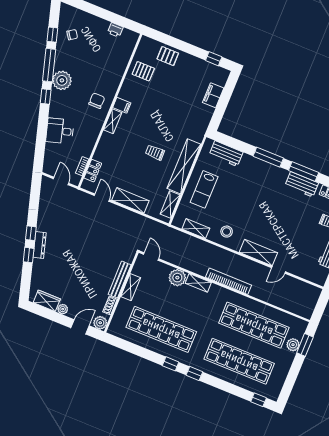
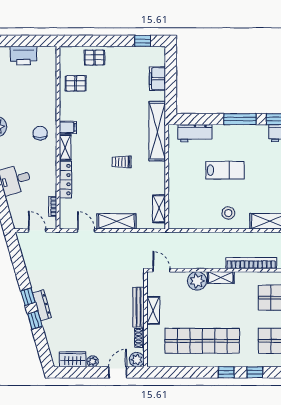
printer: (115, 30) -> (24, 56), width x1.87, depth x1.48
shelving: (184, 166) -> (157, 131), moved
locker: (93, 171) -> (65, 180), moved, width x1.53
lab bench: (204, 189) -> (225, 170), moved, turned -90
shelving: (196, 229) -> (195, 223), removed

